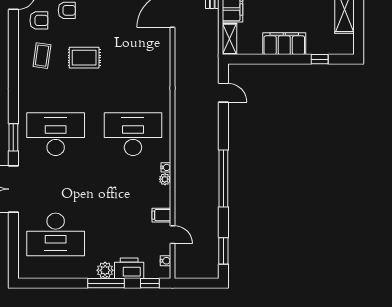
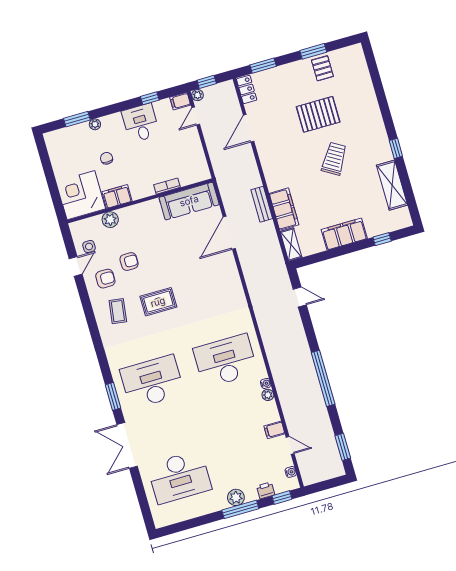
printer: (129, 268) -> (266, 490), width x0.53, depth x0.68

